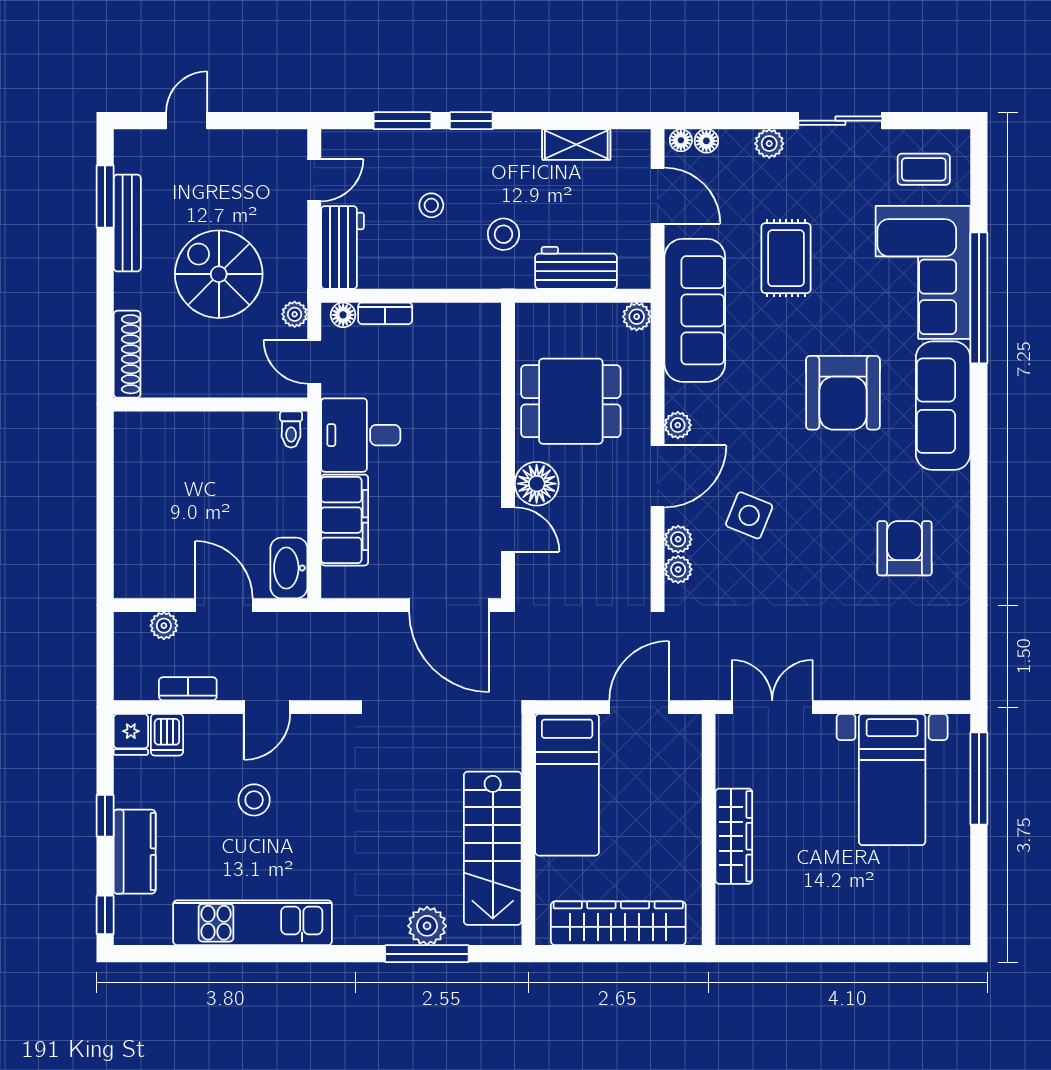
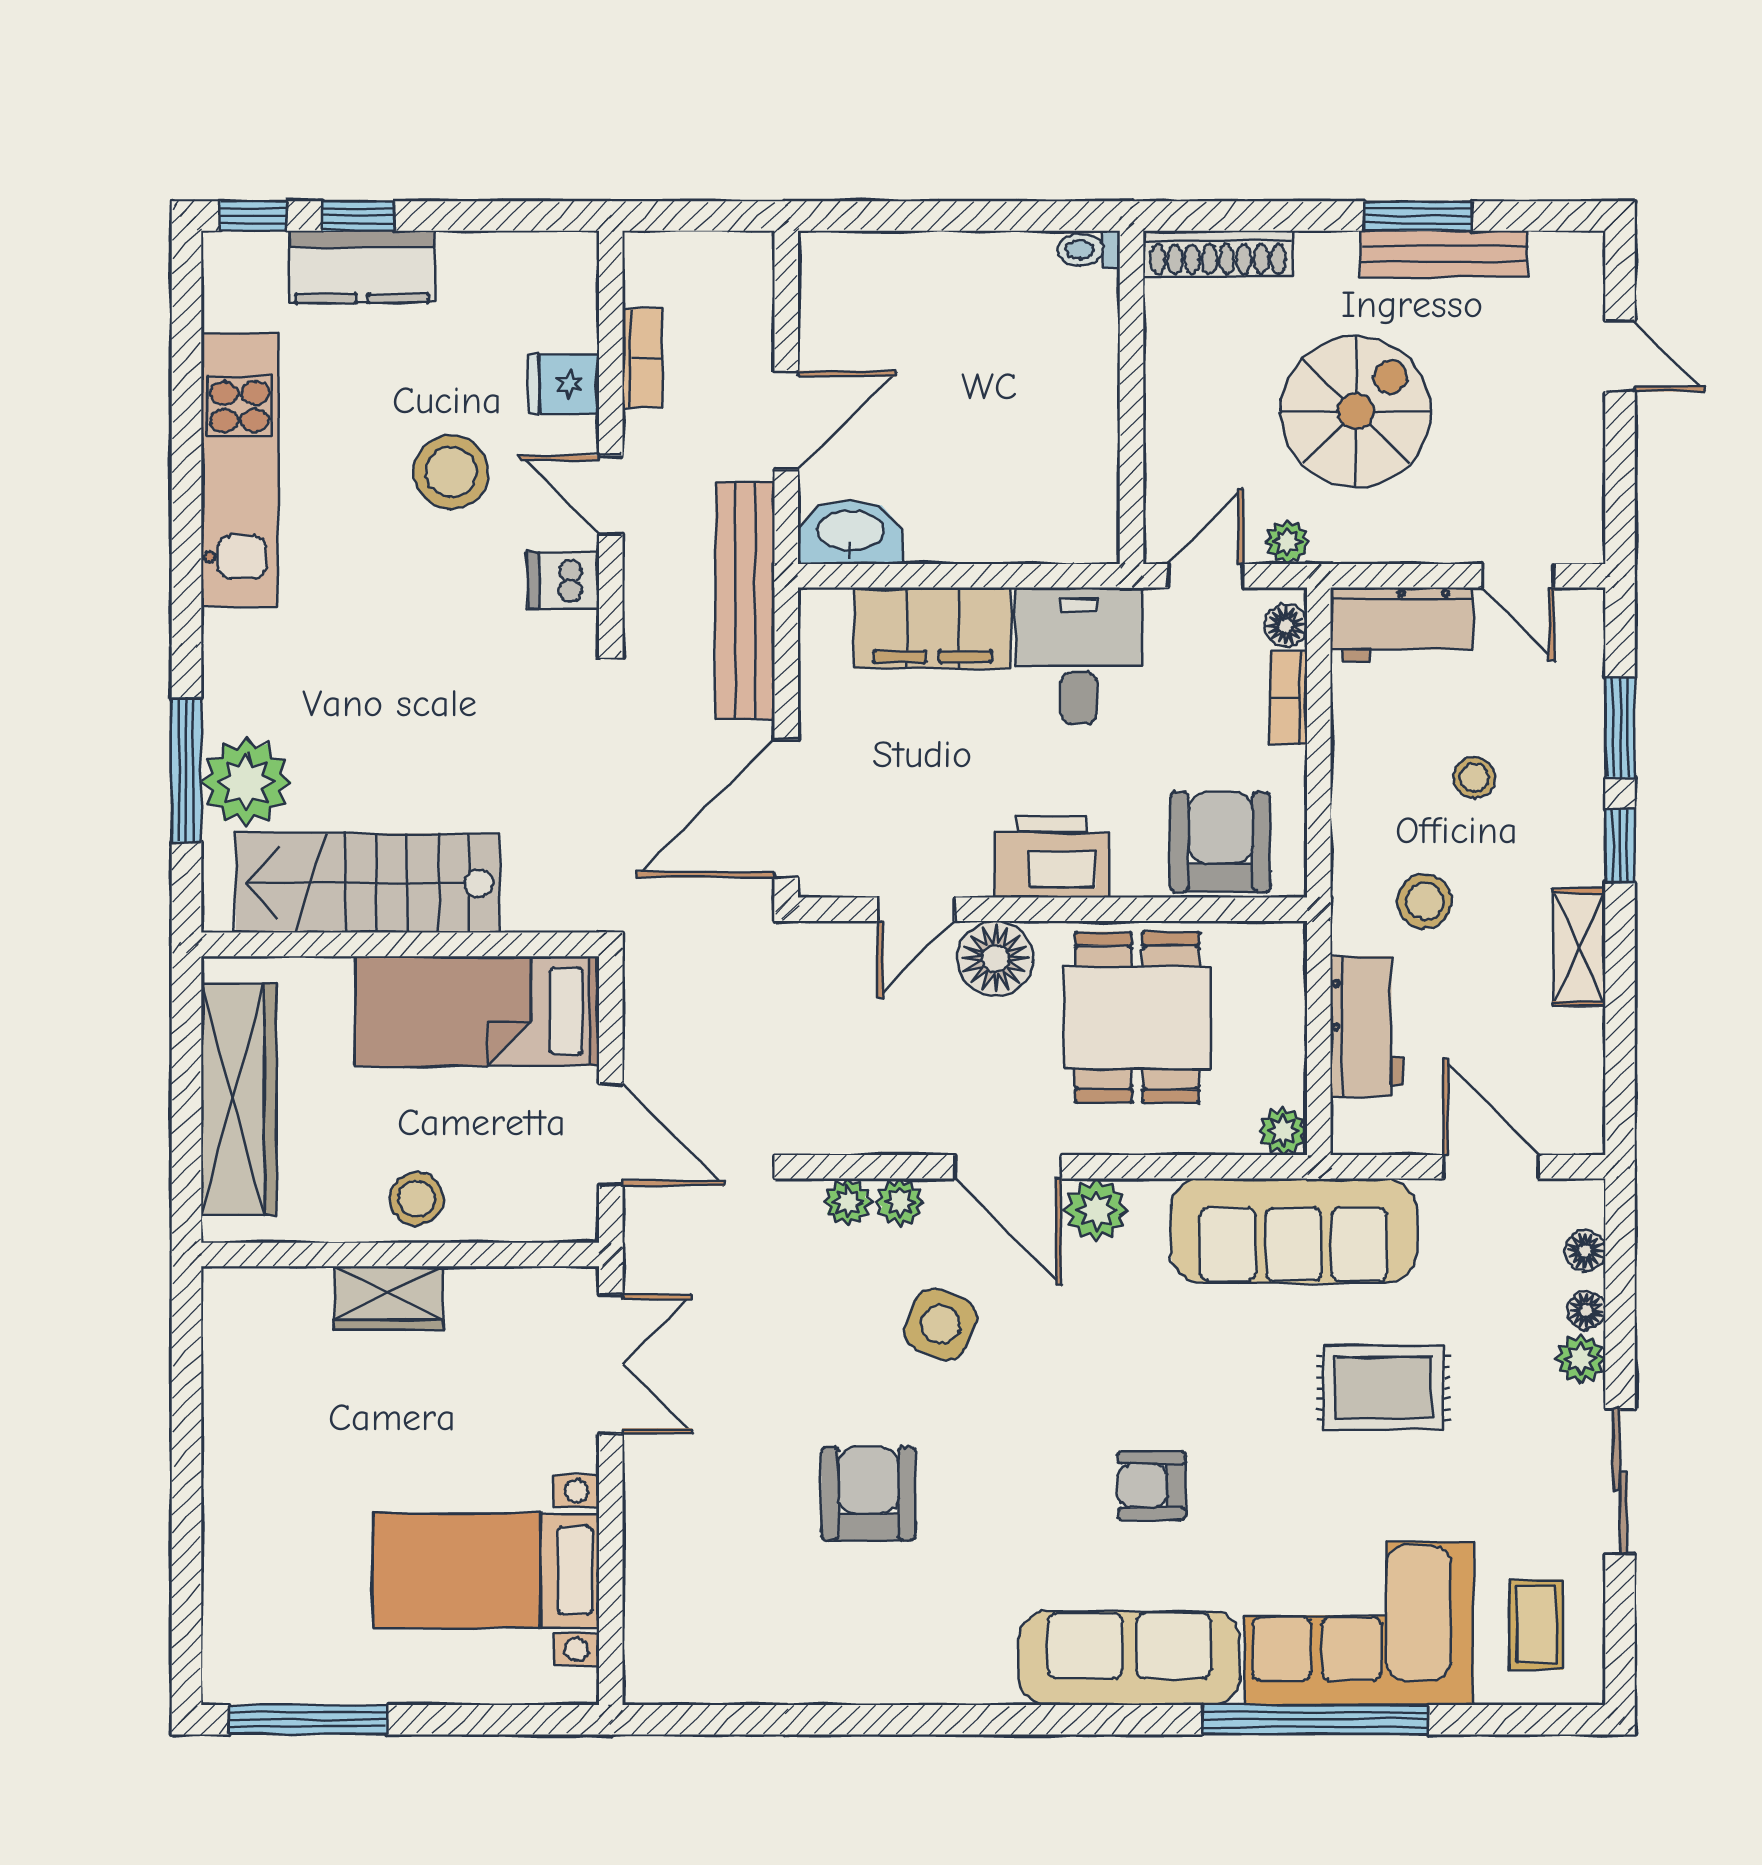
floor lamp: (681, 140) -> (1586, 1310), moved
shelving: (576, 145) -> (1579, 947), moved
window: (105, 196) -> (1418, 216), moved
door: (658, 196) -> (1491, 1167), swing flipped
armchair: (469, 353) -> (1220, 842), added
armchair: (843, 393) -> (1152, 1486), width x0.53, depth x0.53
plant: (678, 425) -> (1096, 1210), width x1.38, depth x1.38
toilet: (291, 429) -> (1089, 250), moved
printer: (477, 451) -> (1052, 857), added
armchair: (904, 548) -> (868, 1494), moved, turned -90
plant: (164, 626) -> (751, 317), removed
bench: (329, 629) -> (745, 601), added
fridge: (131, 734) -> (564, 384), moved
dishwasher: (167, 735) -> (563, 580), moved
window: (979, 778) -> (308, 1720), moved
stool: (254, 800) -> (451, 472), width x1.38, depth x1.38
window: (105, 816) -> (358, 216), moved
stool: (676, 820) -> (417, 1199), added
wardrobe: (734, 836) -> (389, 1298), width x0.67
plant: (427, 926) -> (246, 782), width x1.36, depth x1.36

